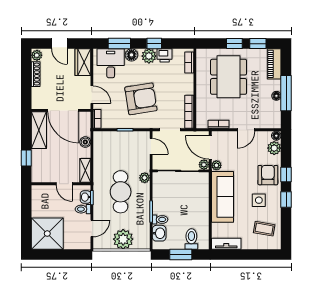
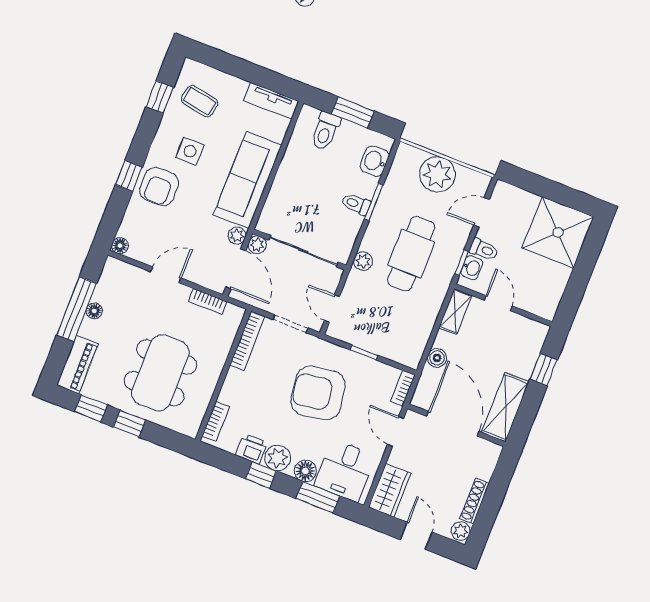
plant: (274, 148) -> (131, 227), removed
window: (286, 199) -> (160, 97), moved
toilet: (160, 219) -> (356, 204), moved

